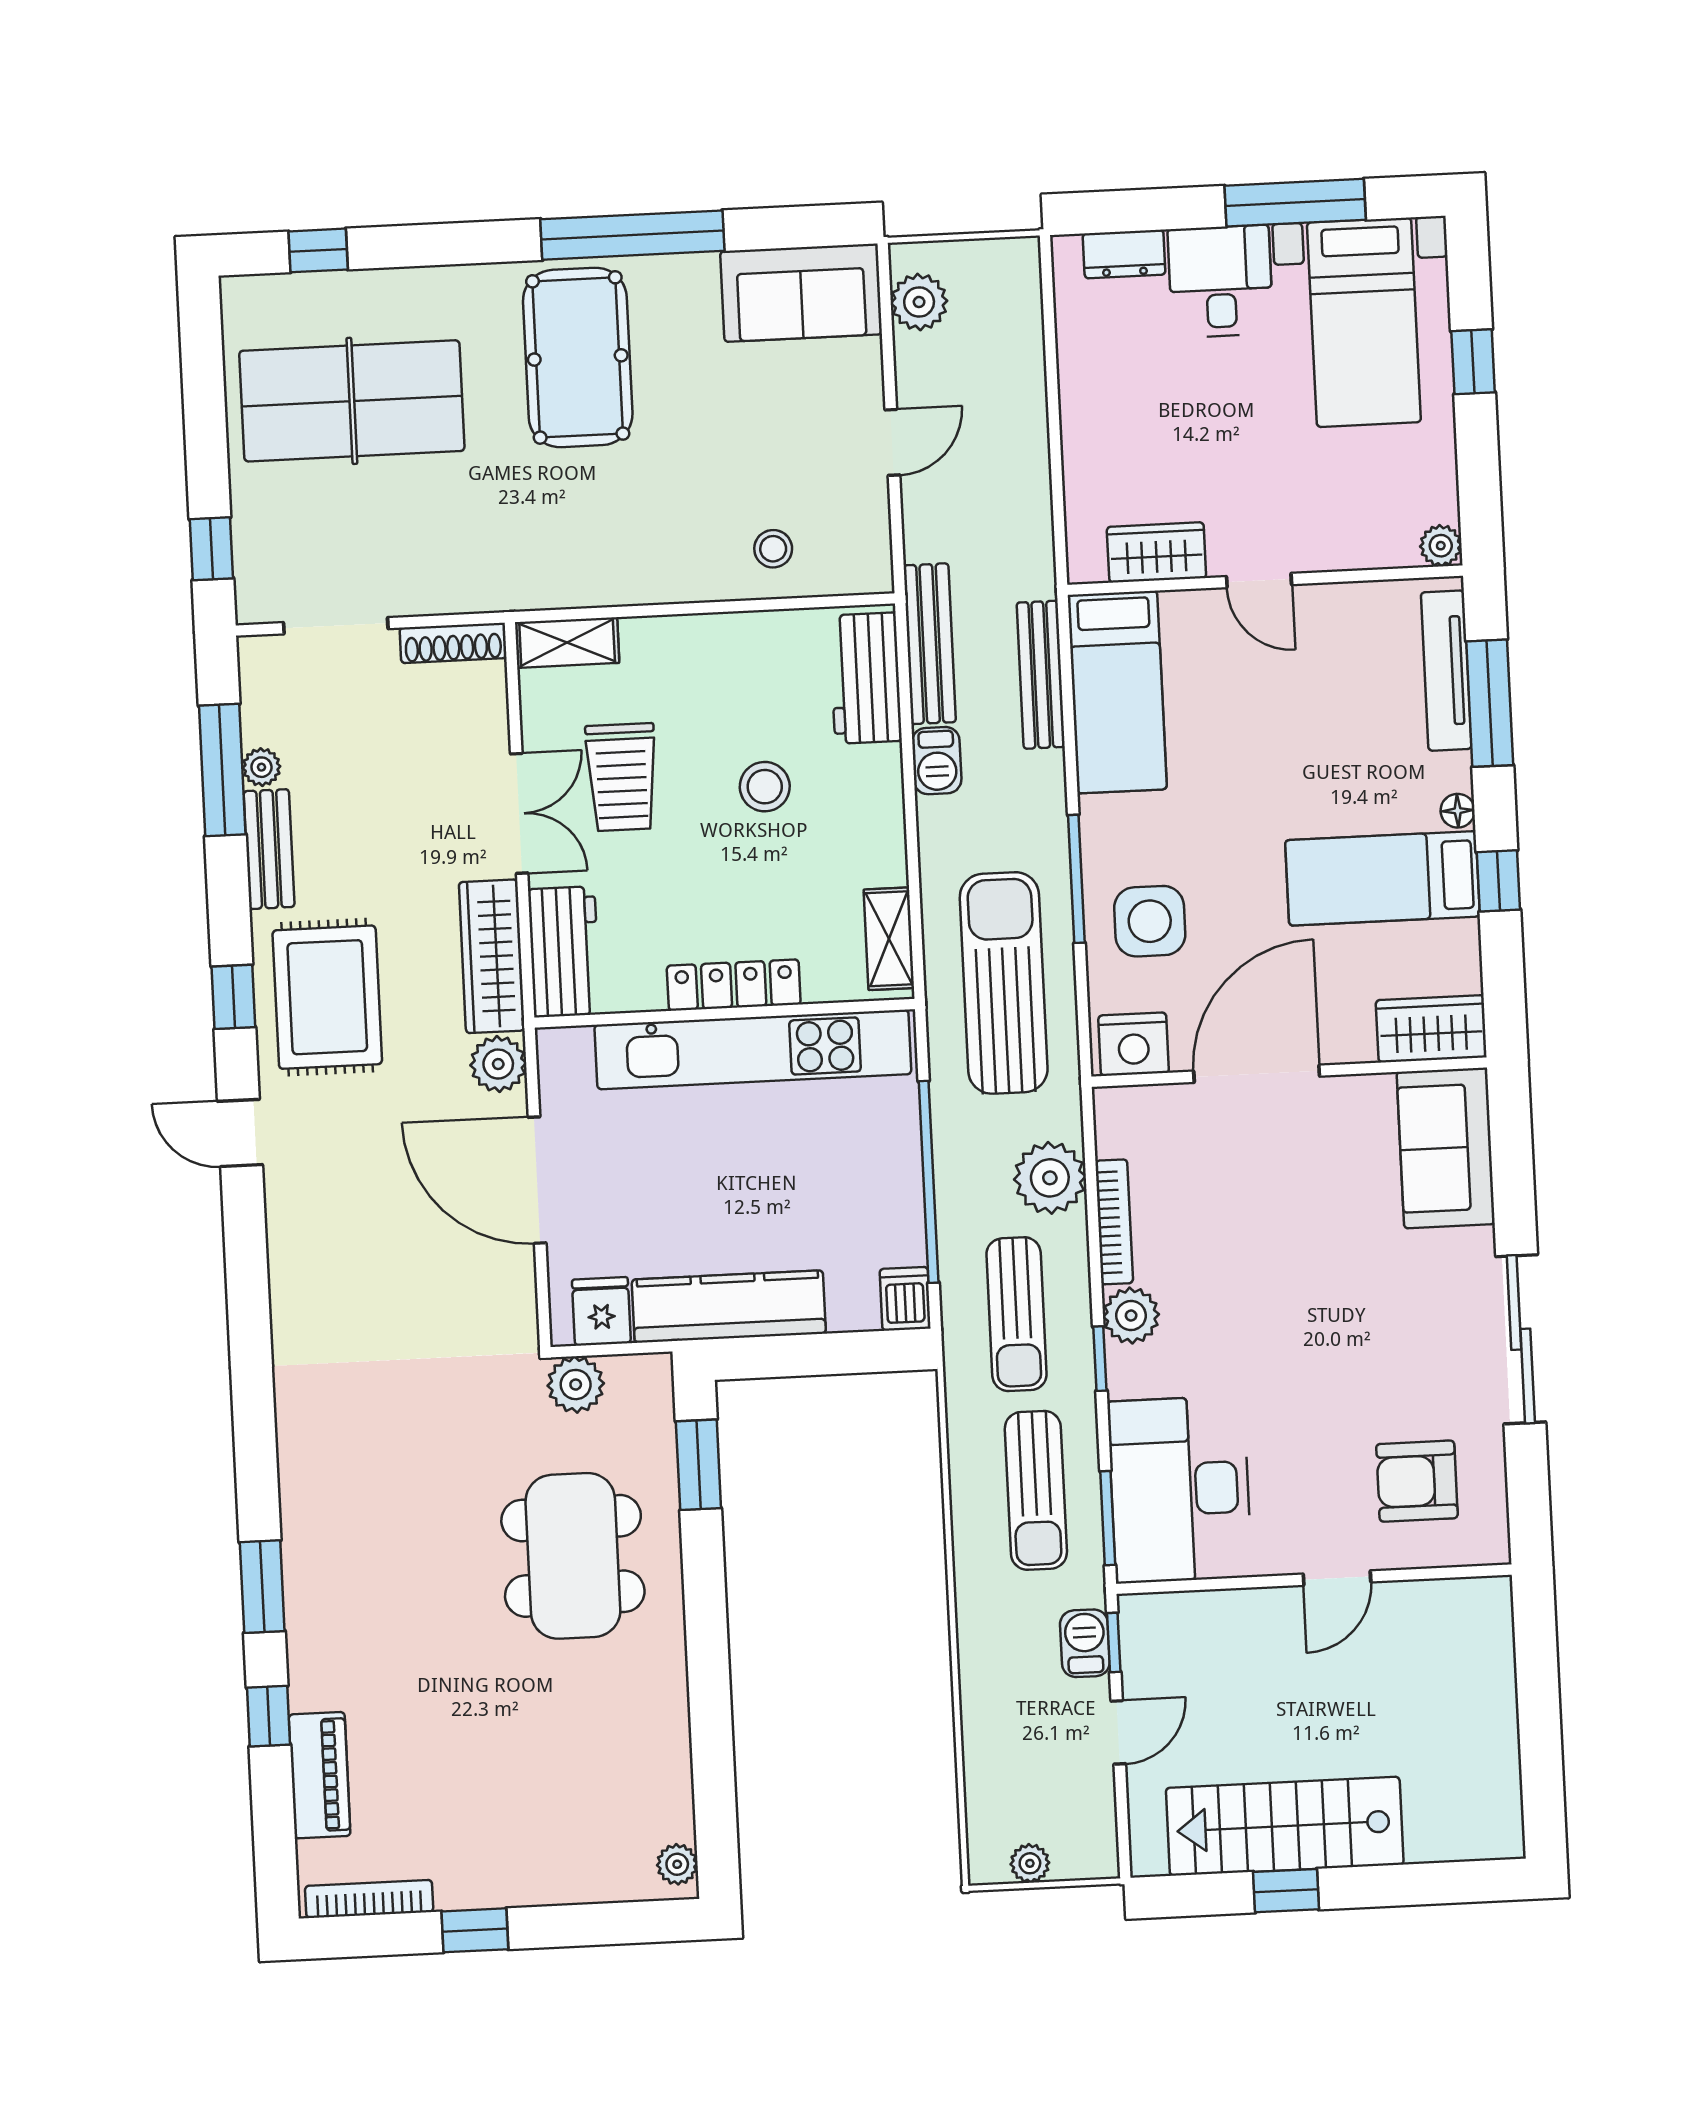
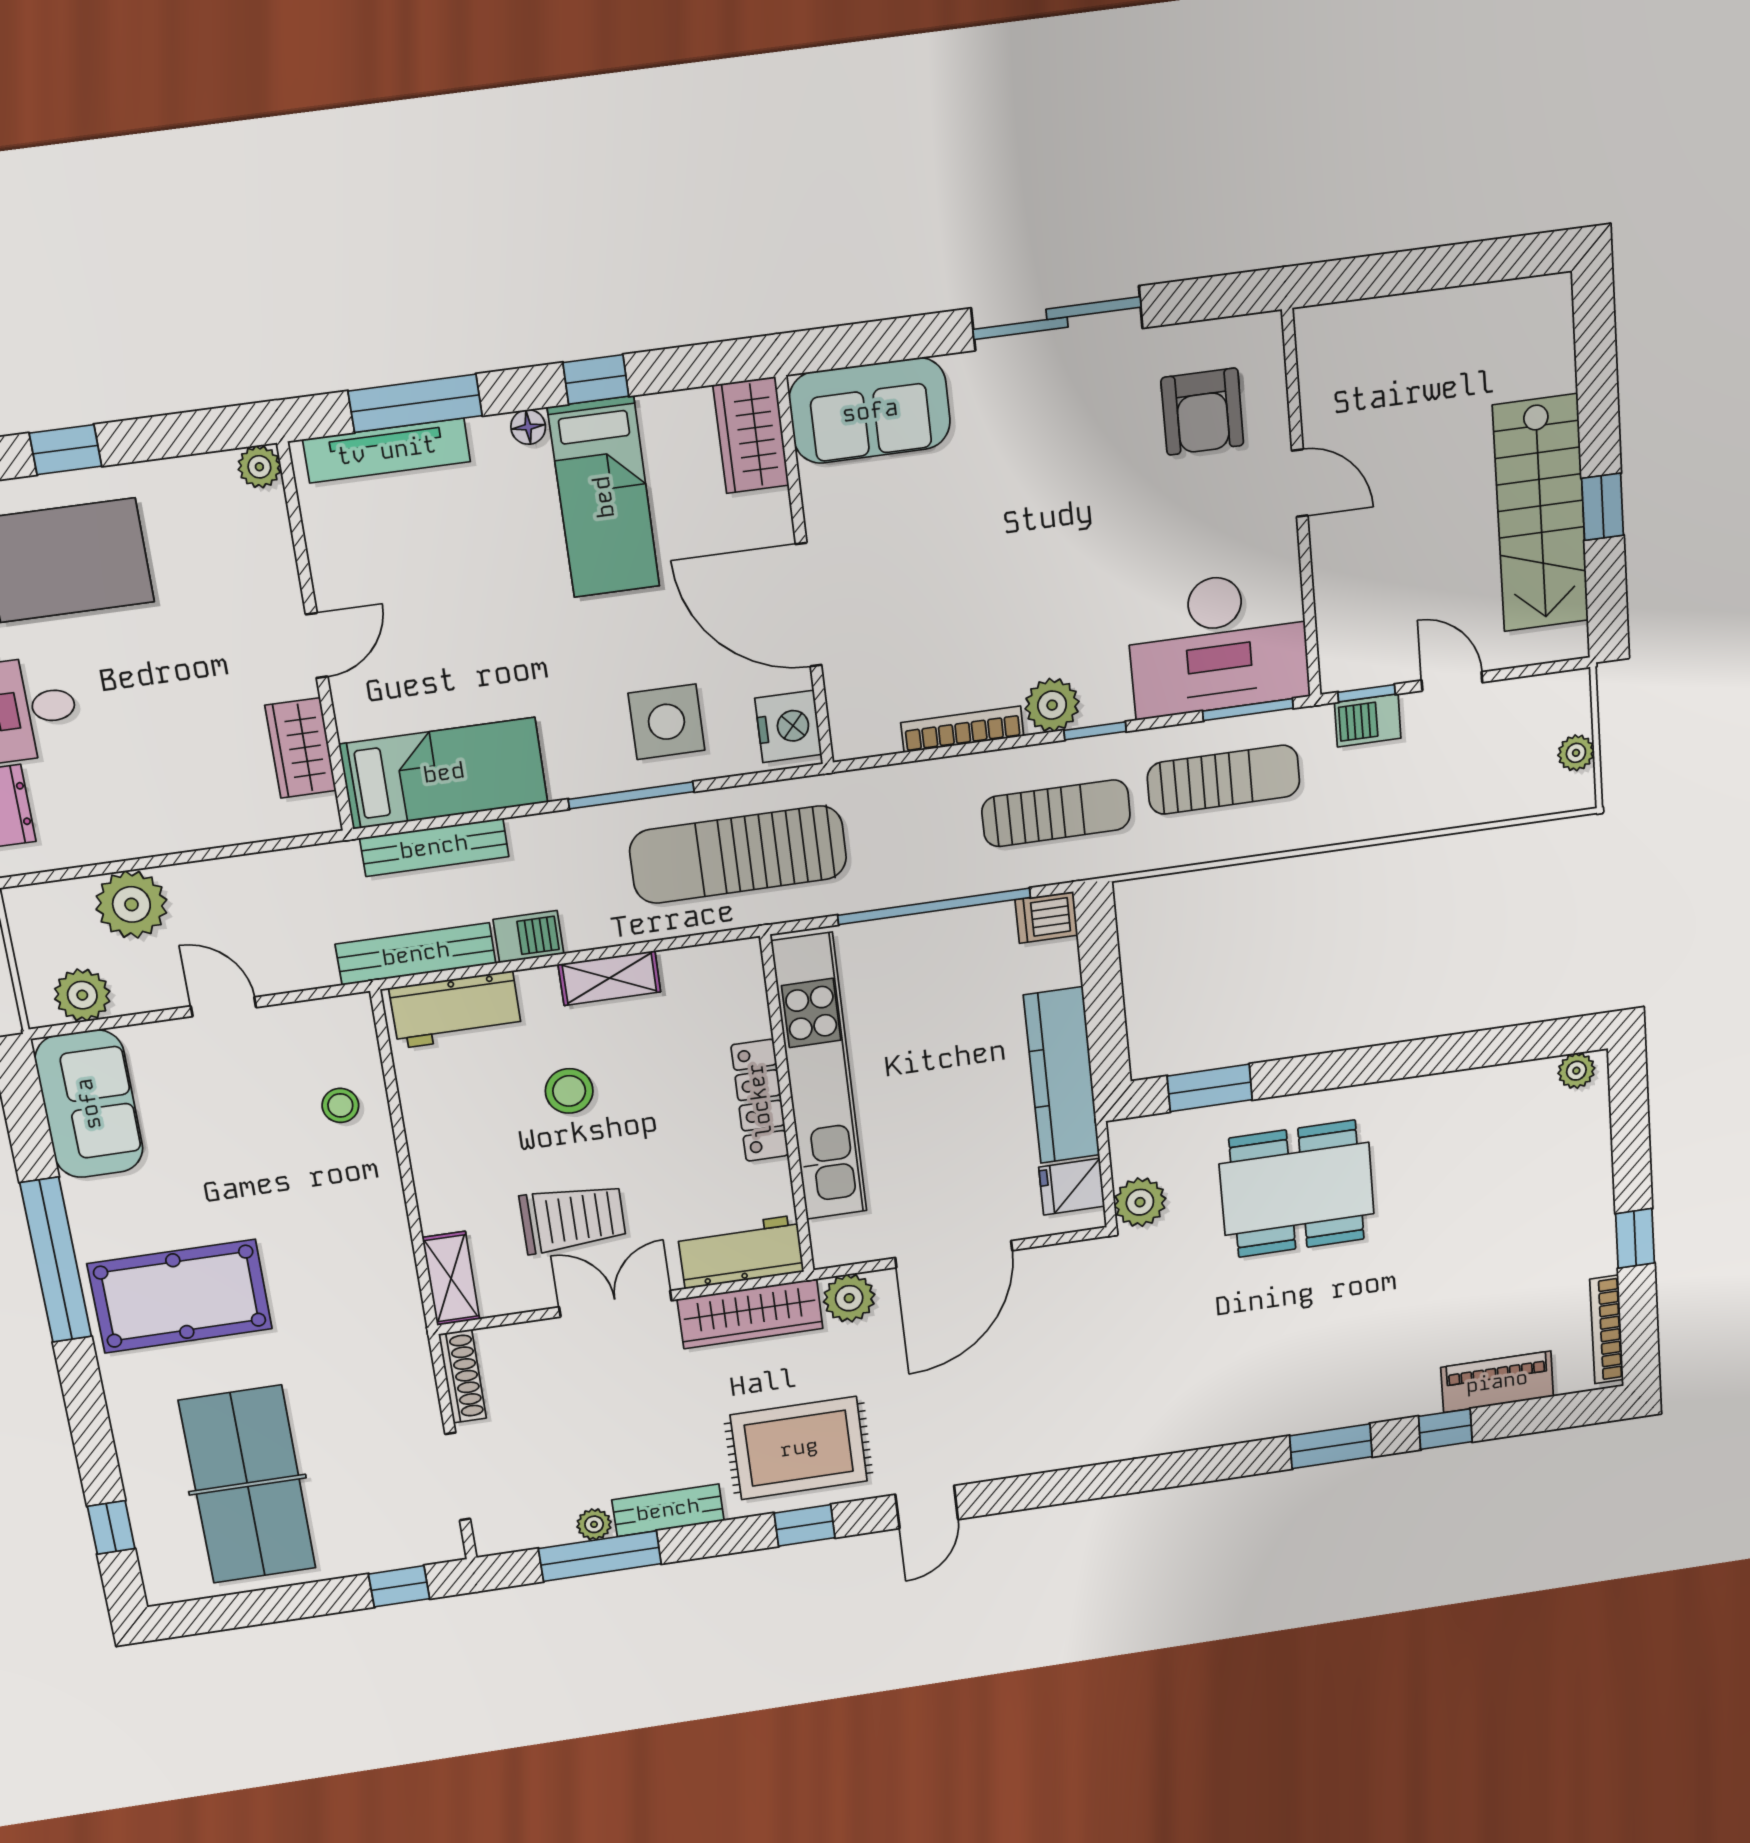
shelving: (889, 939) -> (609, 978), moved
plant: (1050, 1178) -> (131, 904), moved

